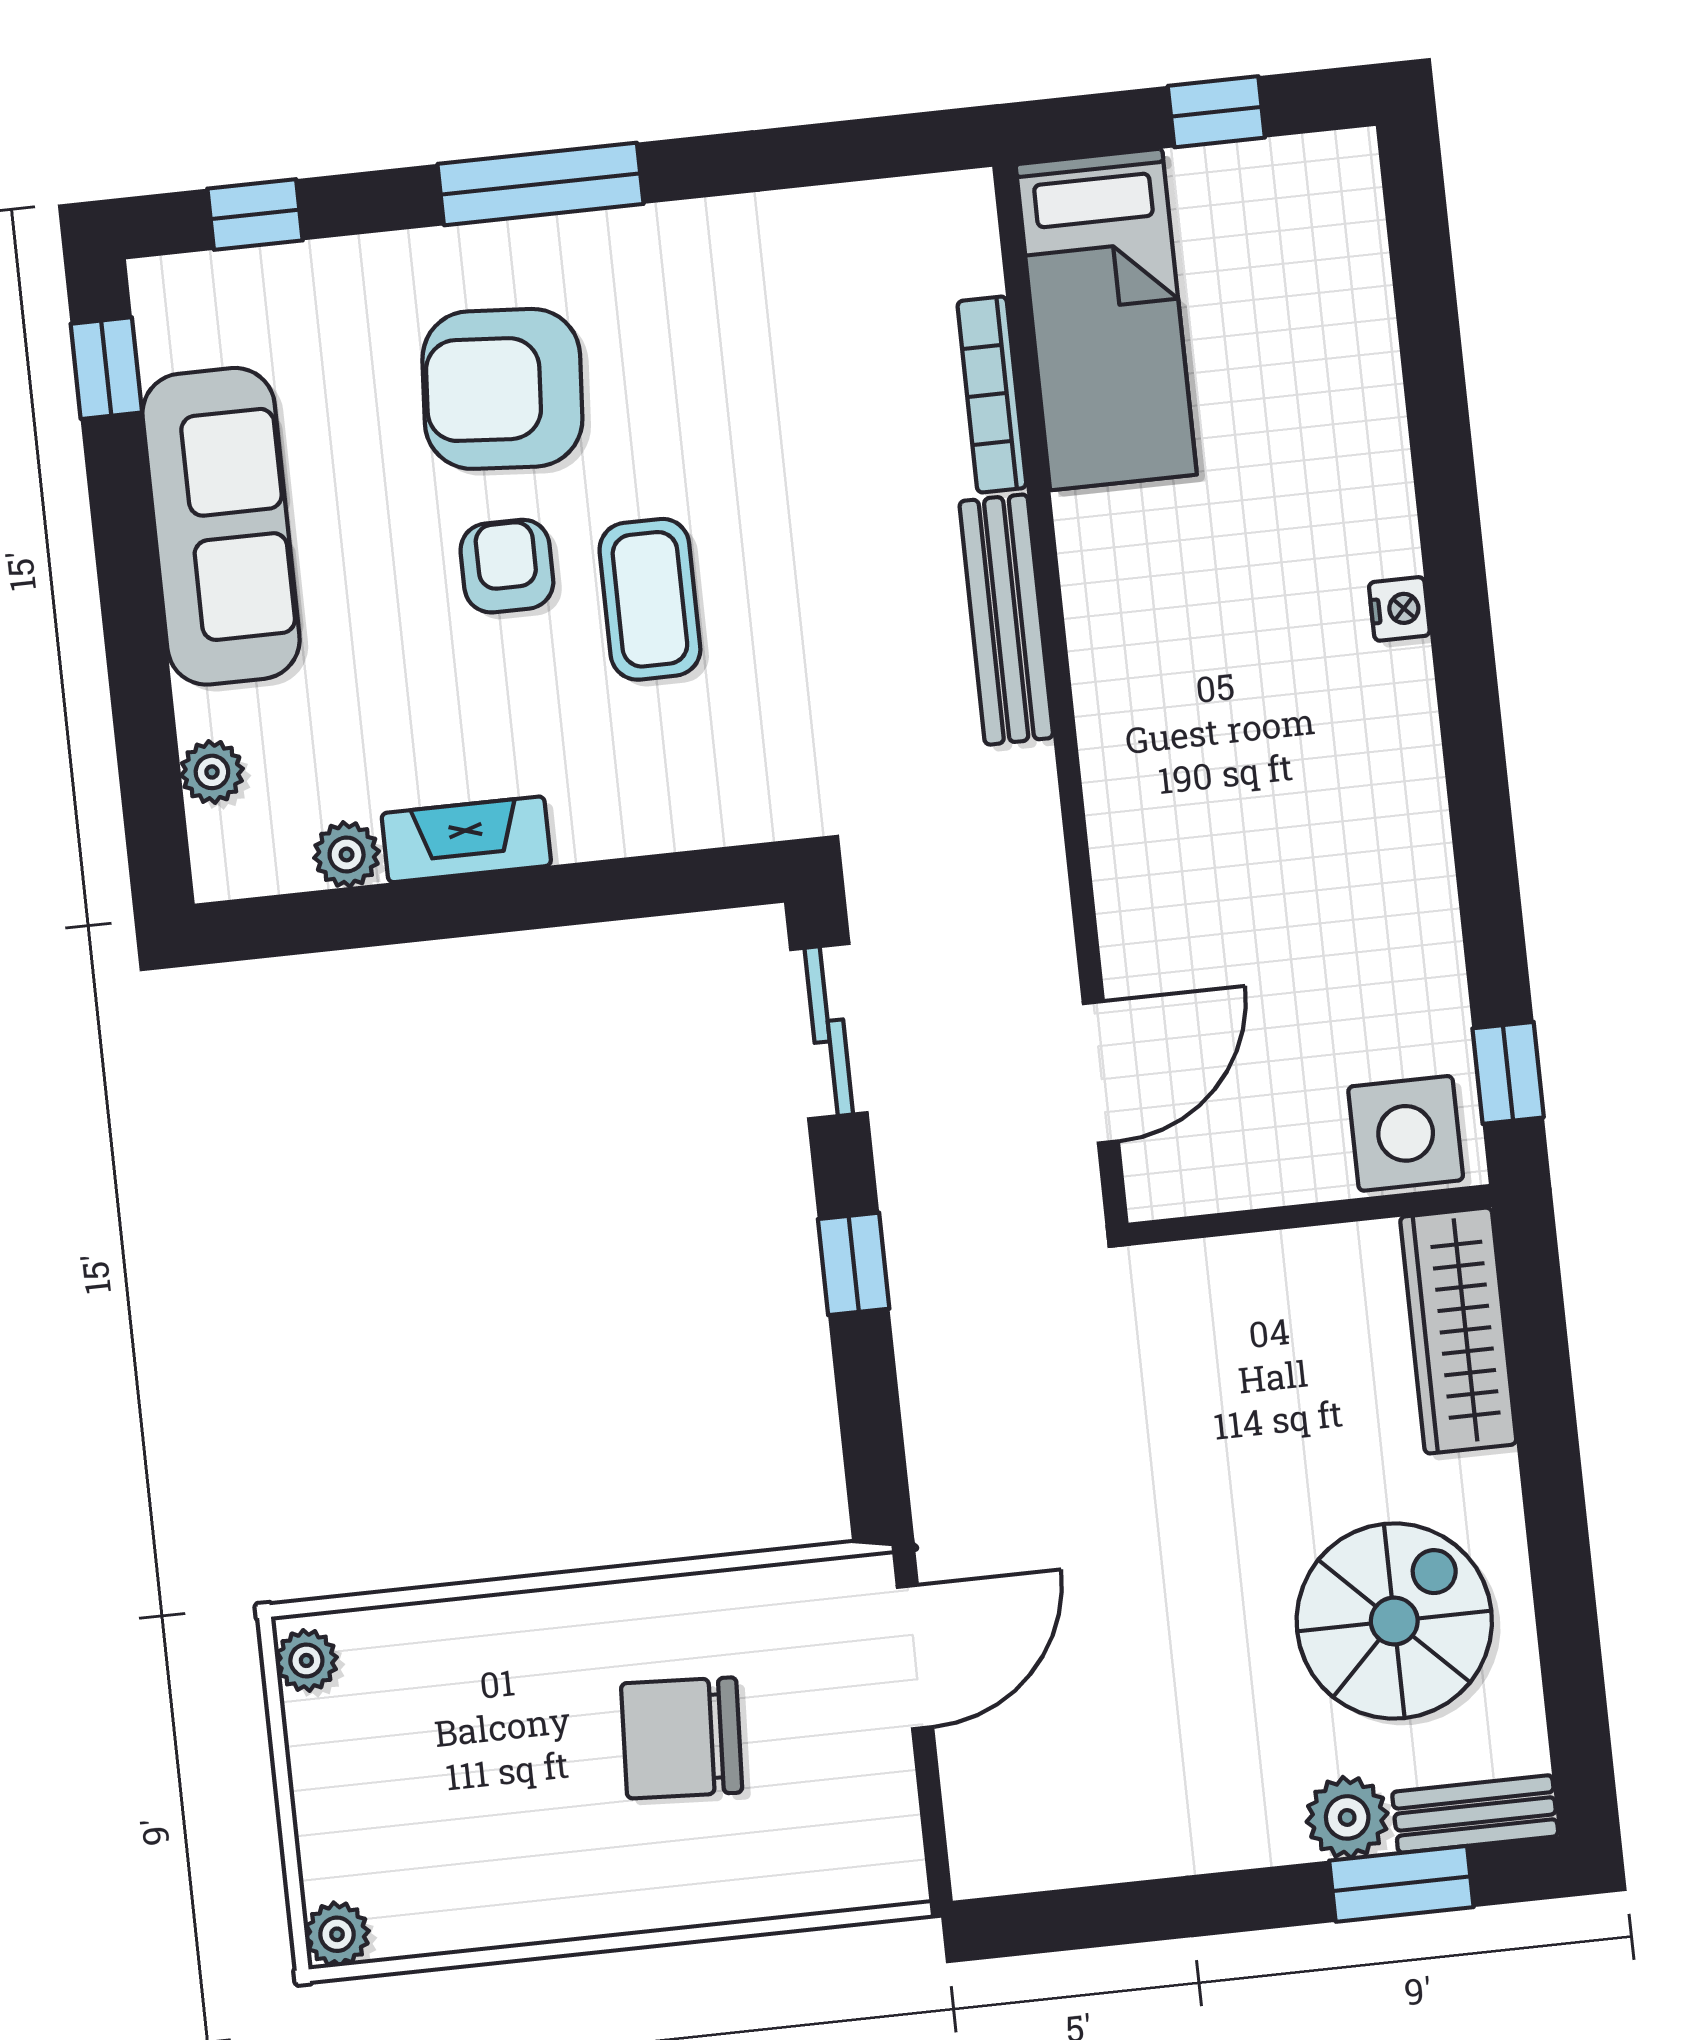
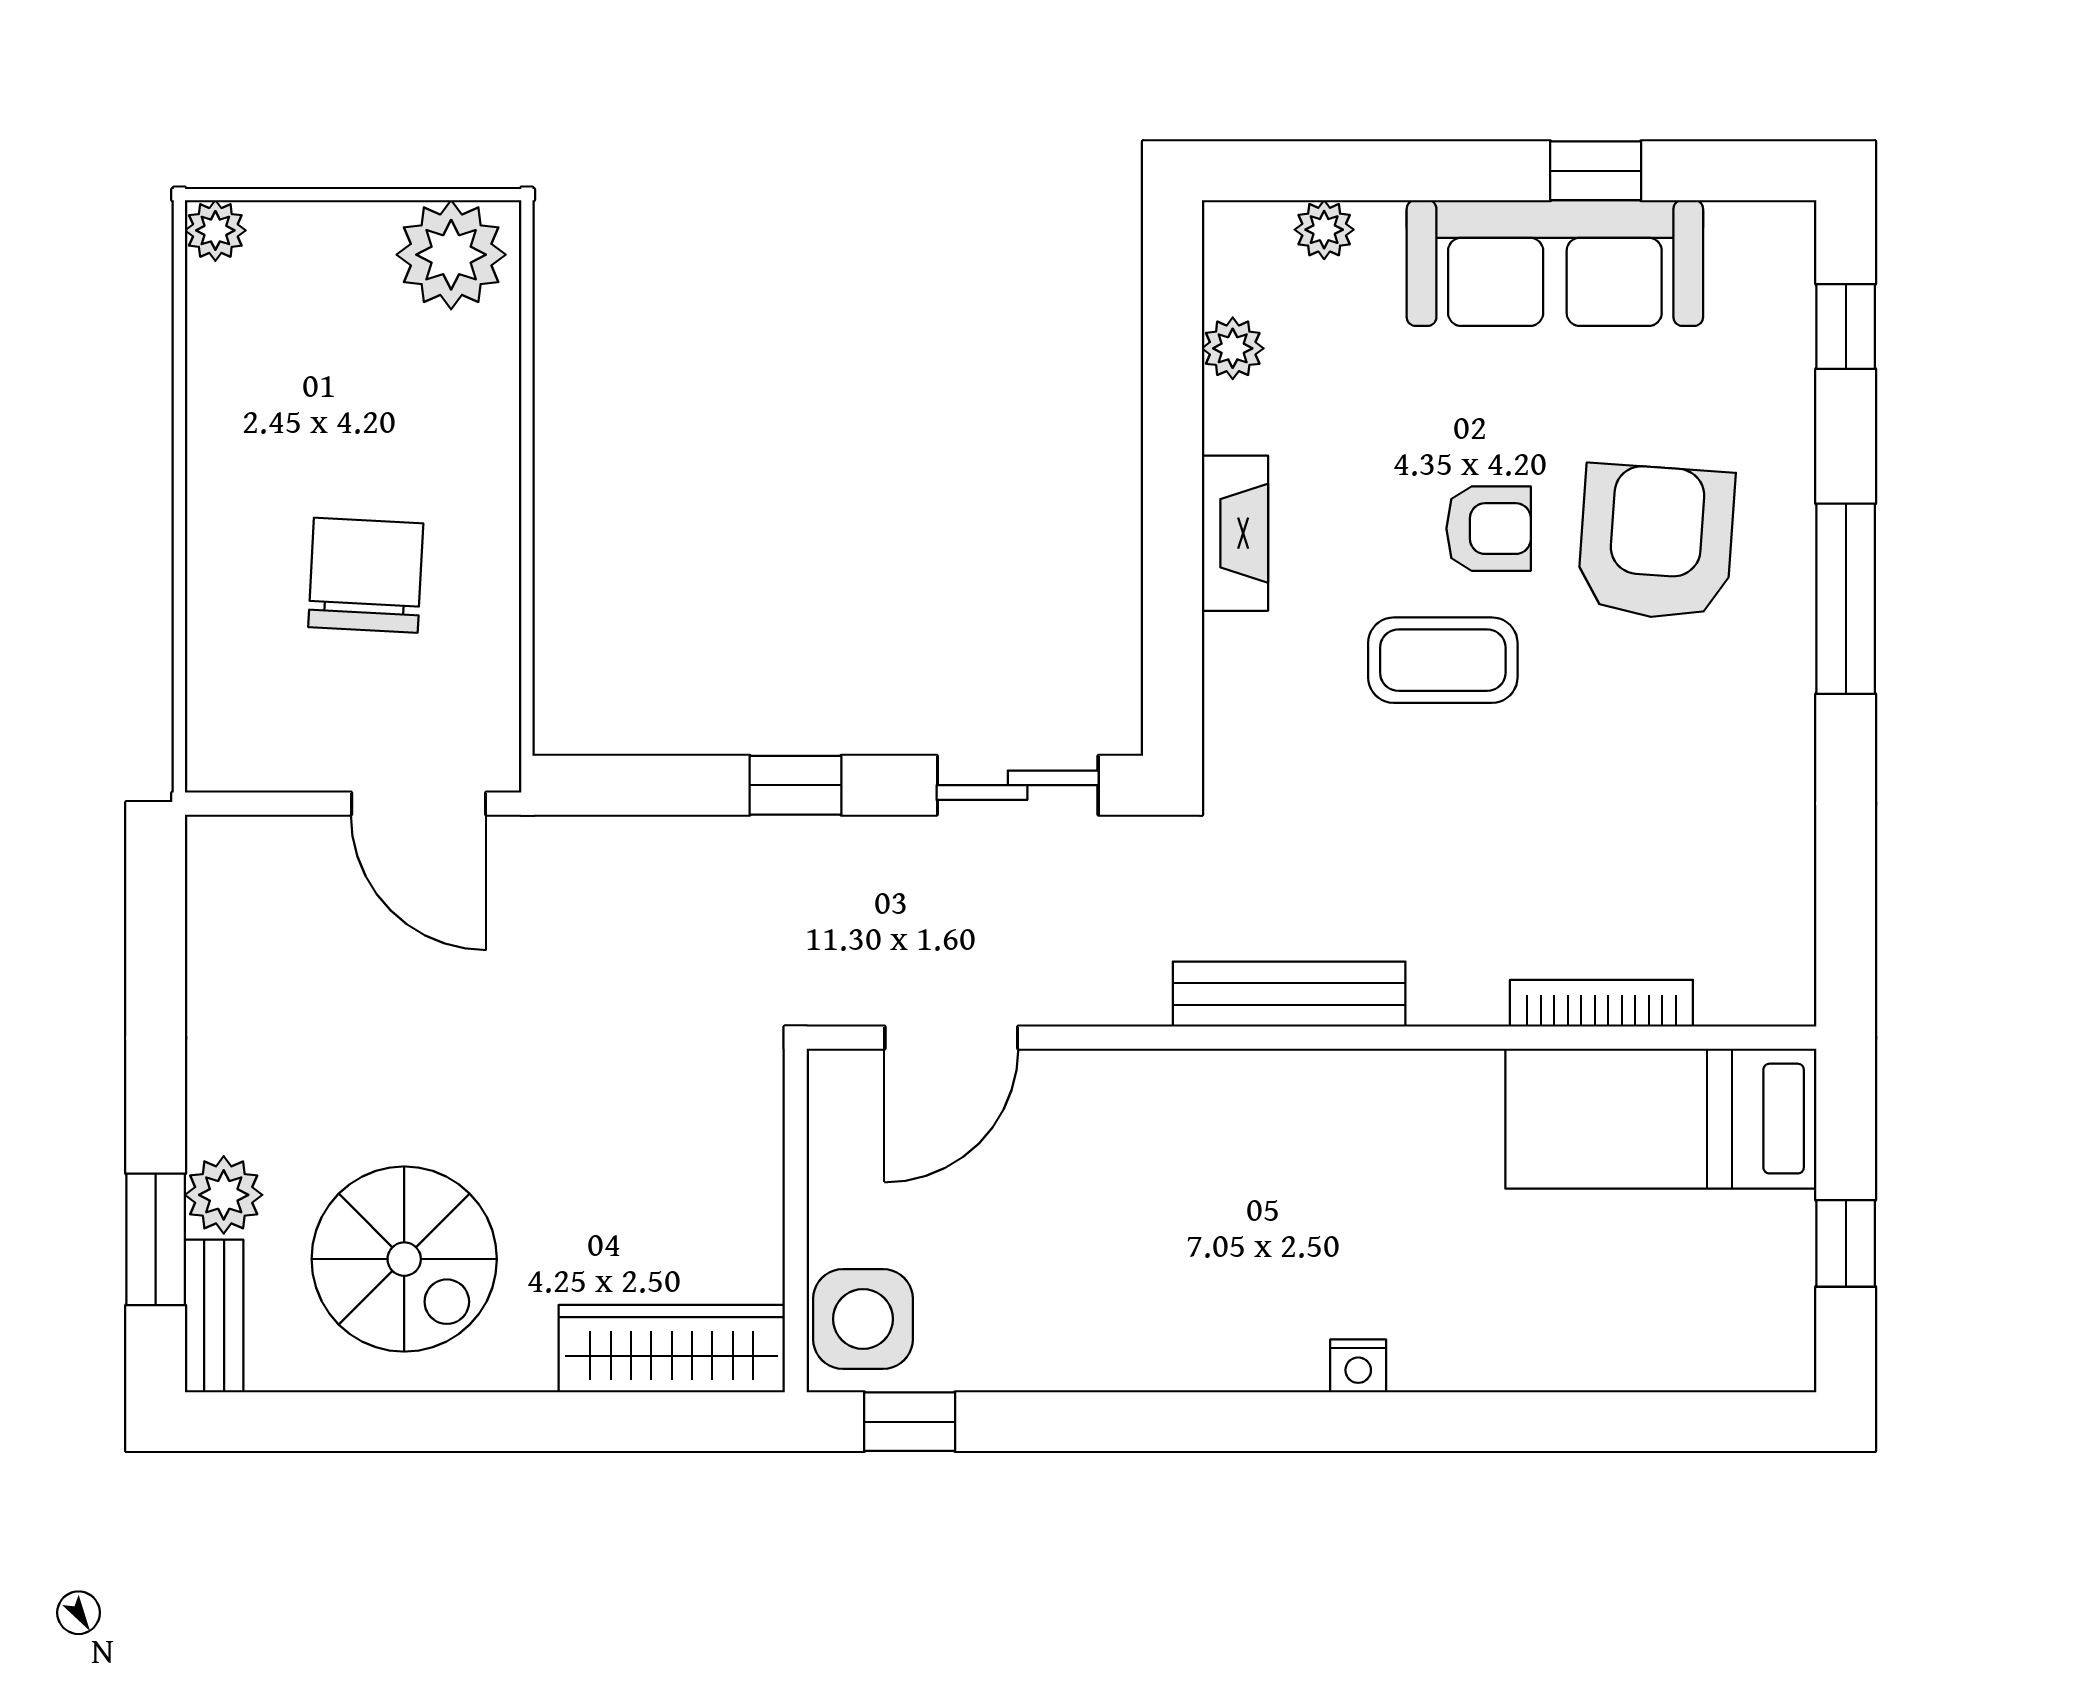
window: (106, 368) -> (1596, 171), moved
bench: (1006, 620) -> (1289, 994), moved
fireplace: (466, 839) -> (1235, 533), moved
door: (1101, 1072) -> (951, 1038), hinge flipped
plant: (306, 1660) -> (451, 255), width x1.87, depth x1.87

